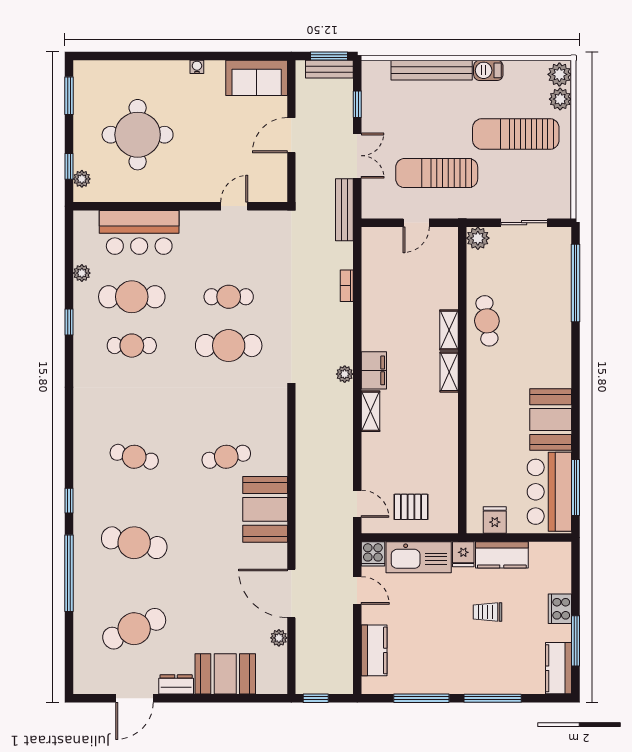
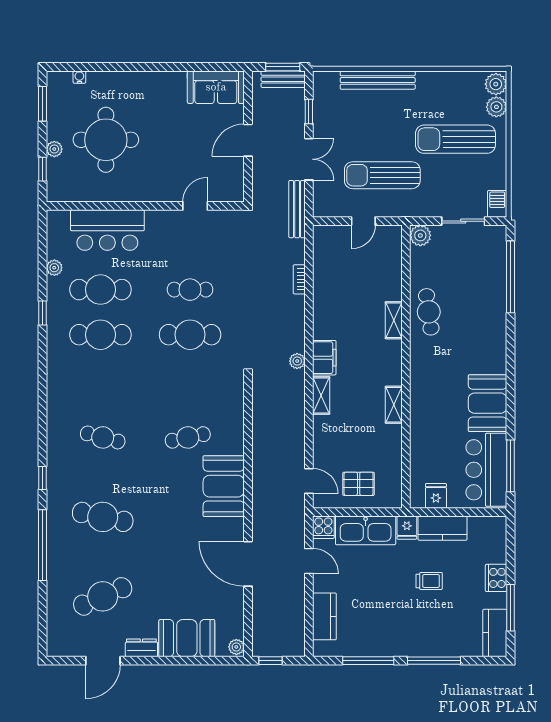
water cooler: (197, 67) -> (79, 77), moved
barbecue: (488, 70) -> (497, 204), moved, turned 90
plant: (82, 179) -> (54, 149), moved
cafe table: (132, 346) -> (100, 335), width x1.37, depth x1.35
shelving: (449, 372) -> (394, 405), moved
trolley: (487, 612) -> (429, 581), turned 180
plant: (279, 638) -> (236, 647), moved

